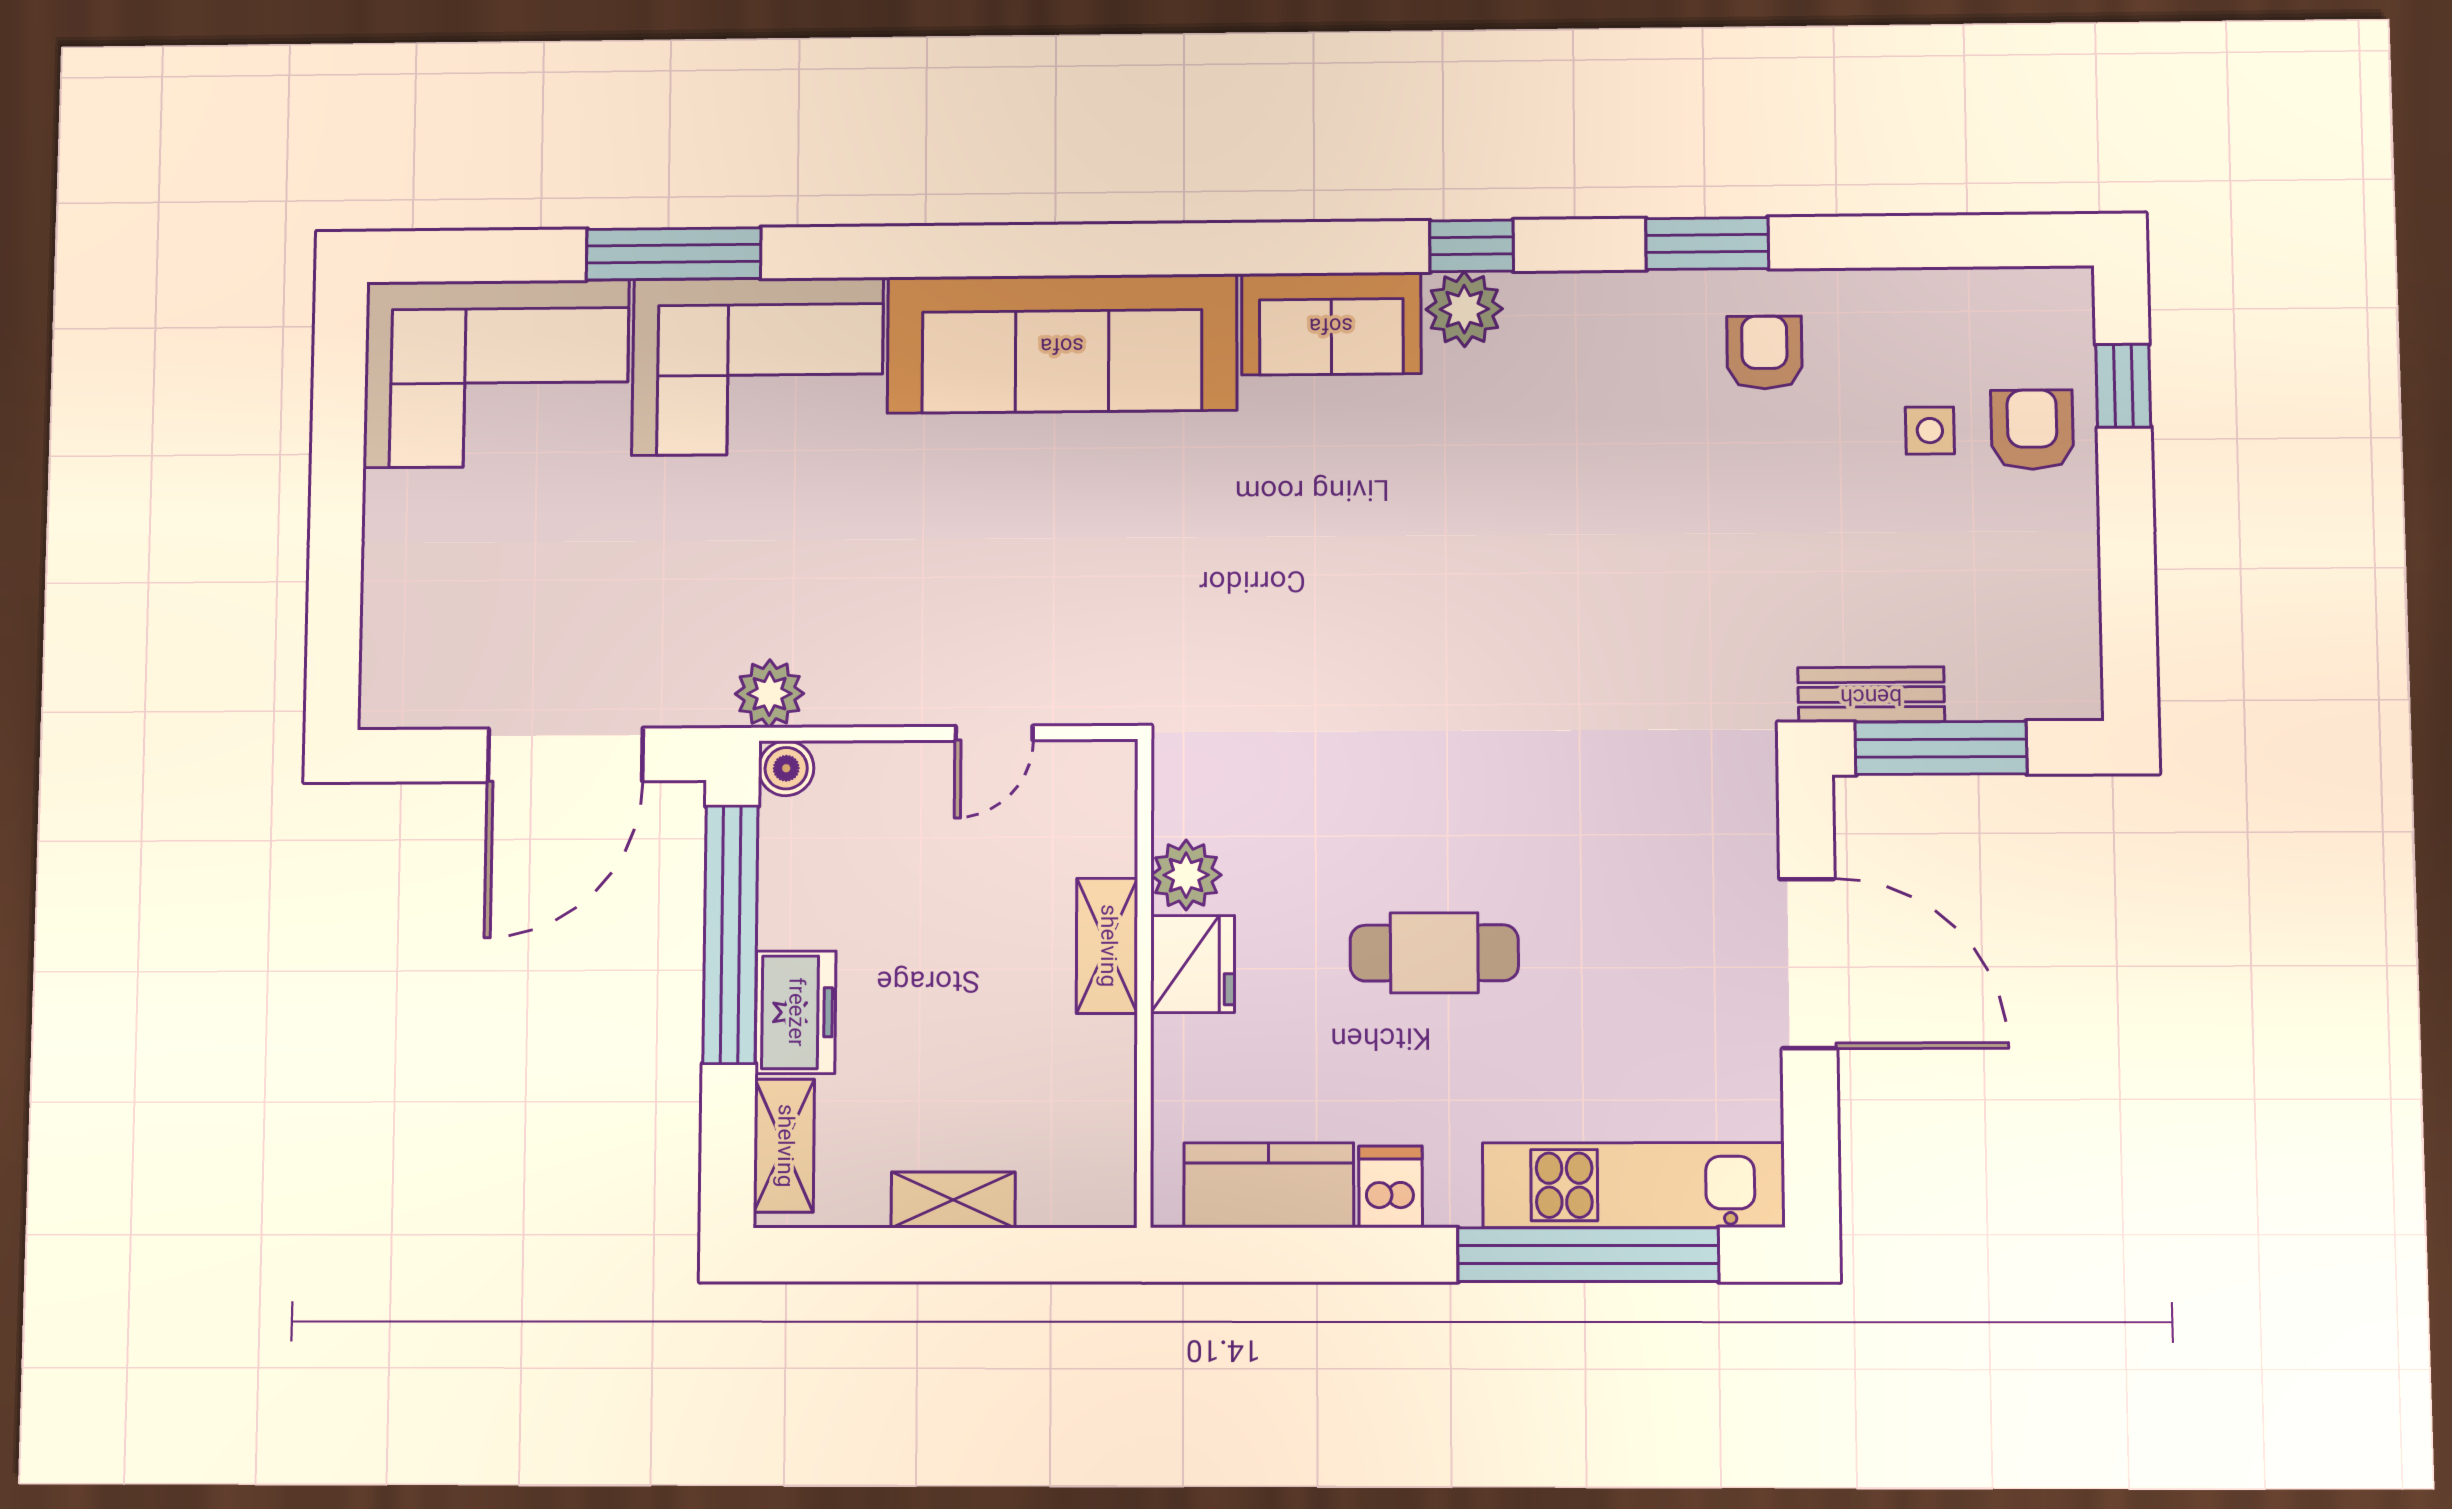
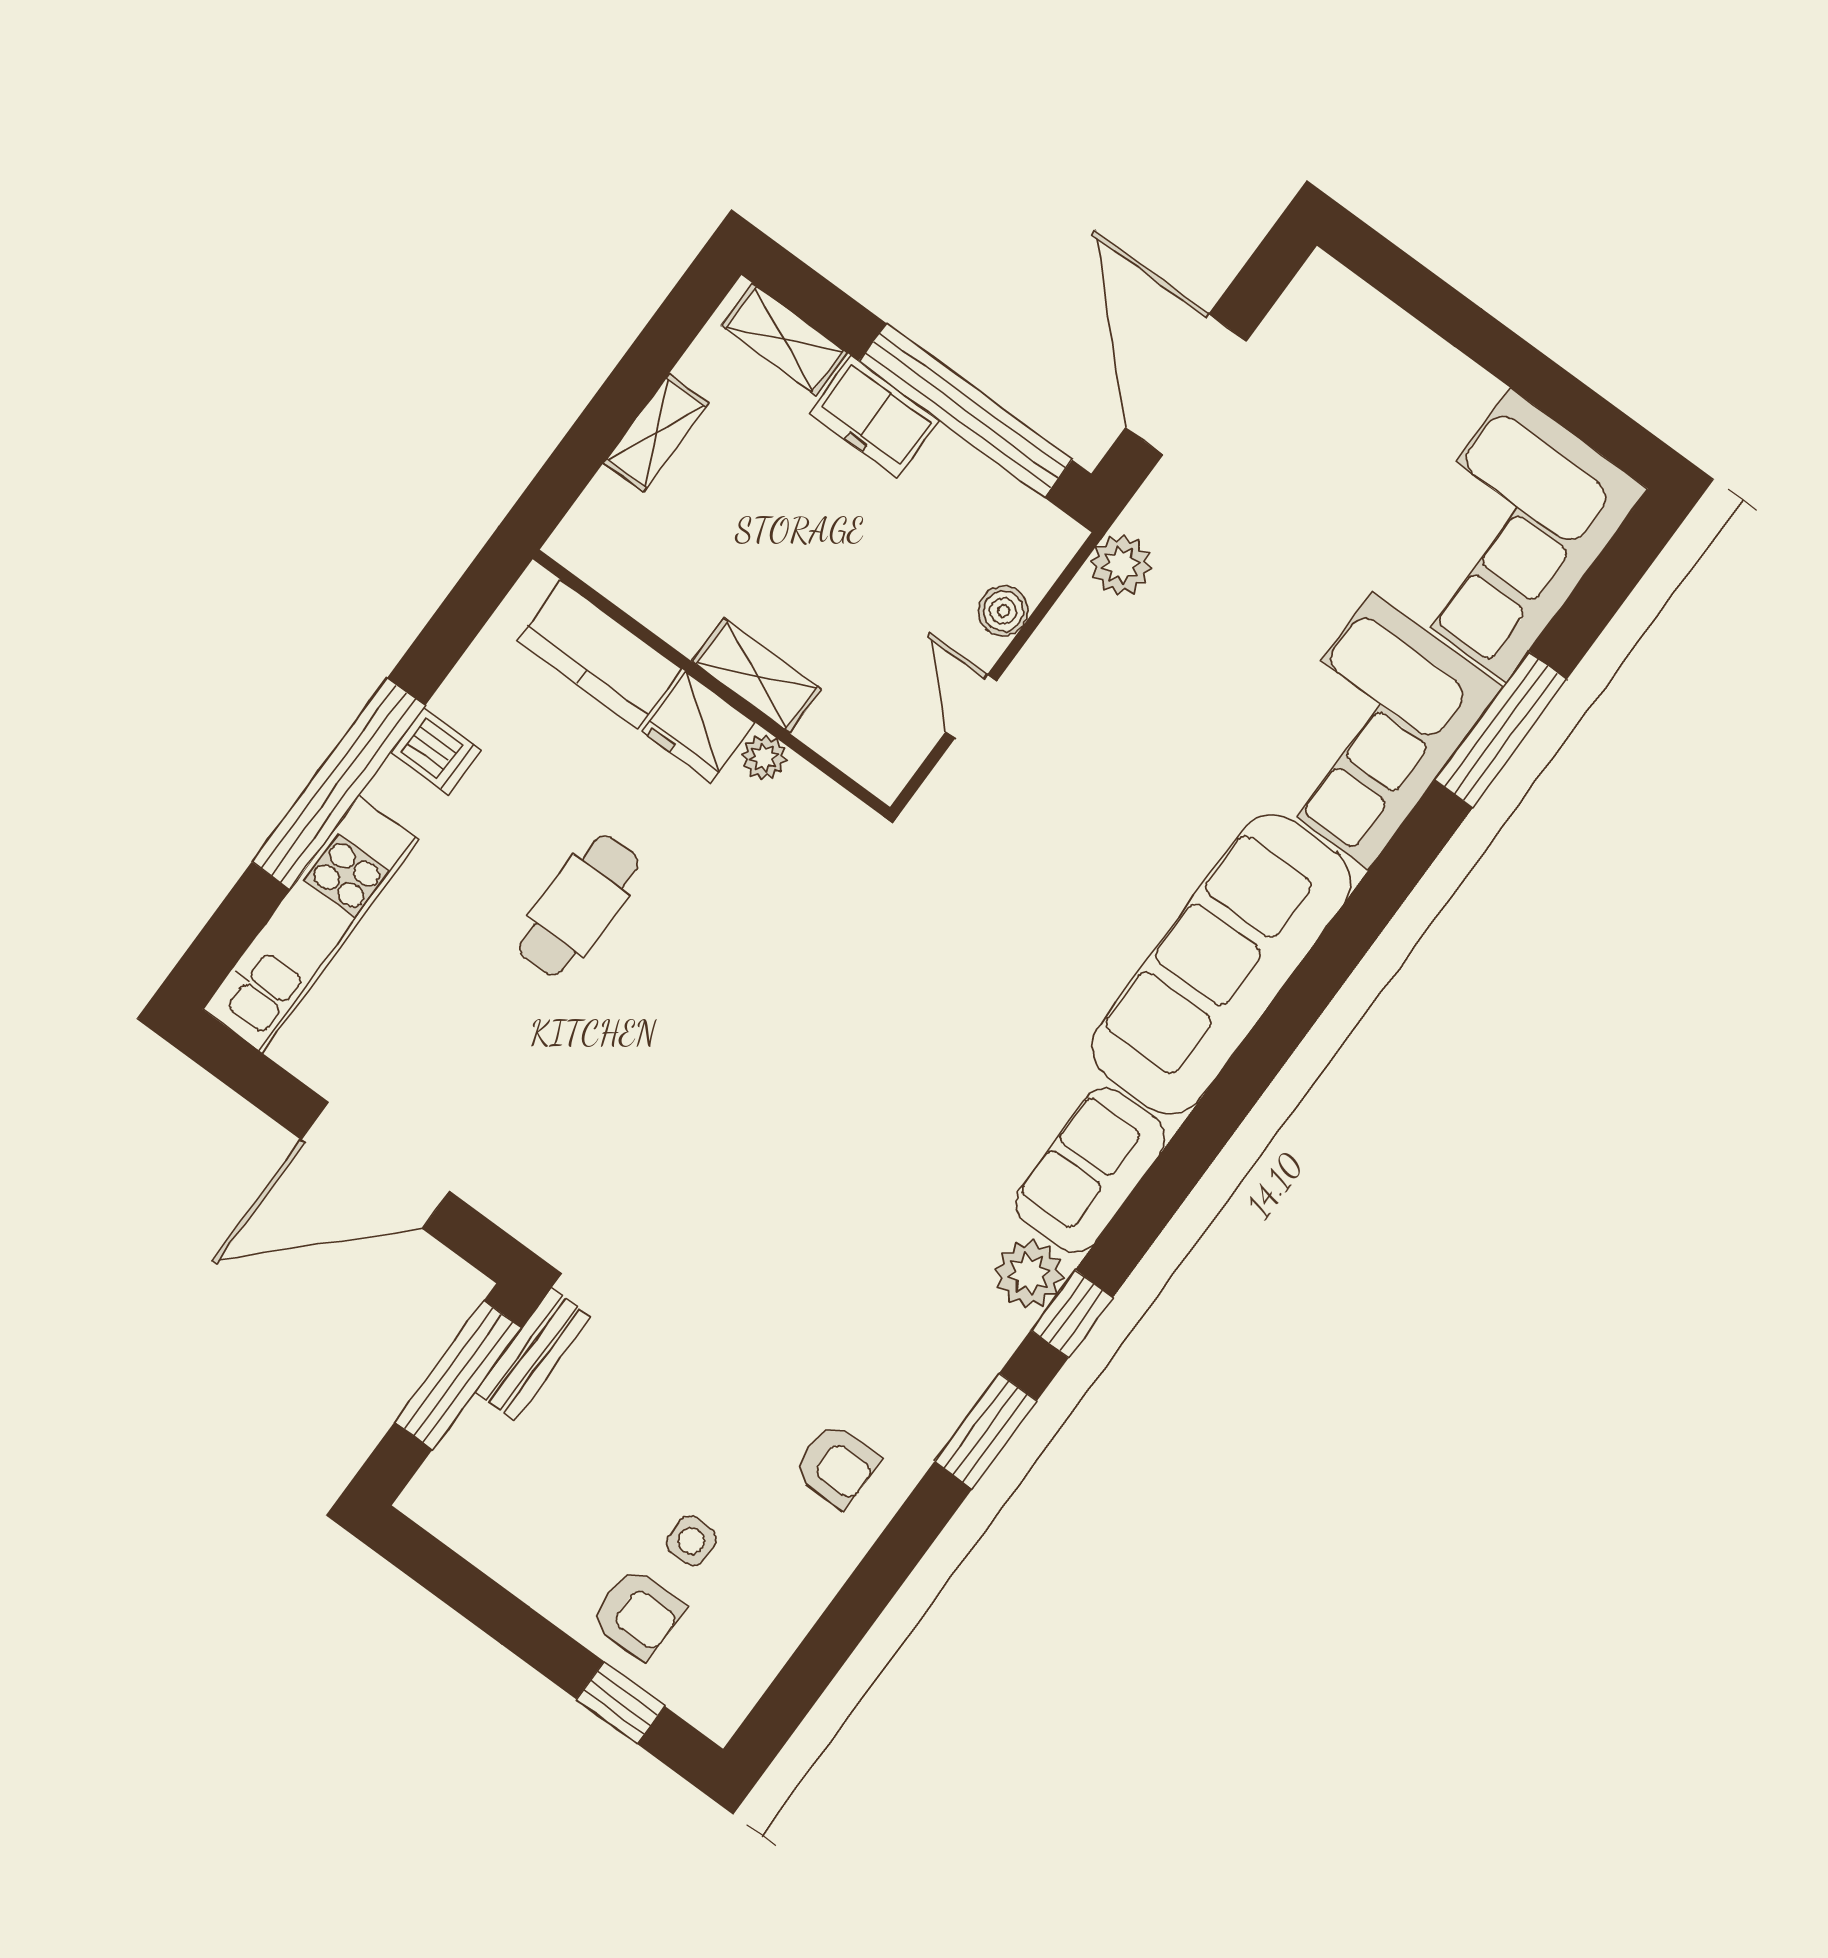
window: (1707, 244) -> (986, 1431), moved
boiler: (786, 768) -> (1003, 611), moved
plant: (1186, 875) -> (764, 757), width x0.73, depth x0.73
kitchen counter: (1269, 1185) -> (599, 655), moved, turned 90
window: (1588, 1255) -> (338, 784), moved

